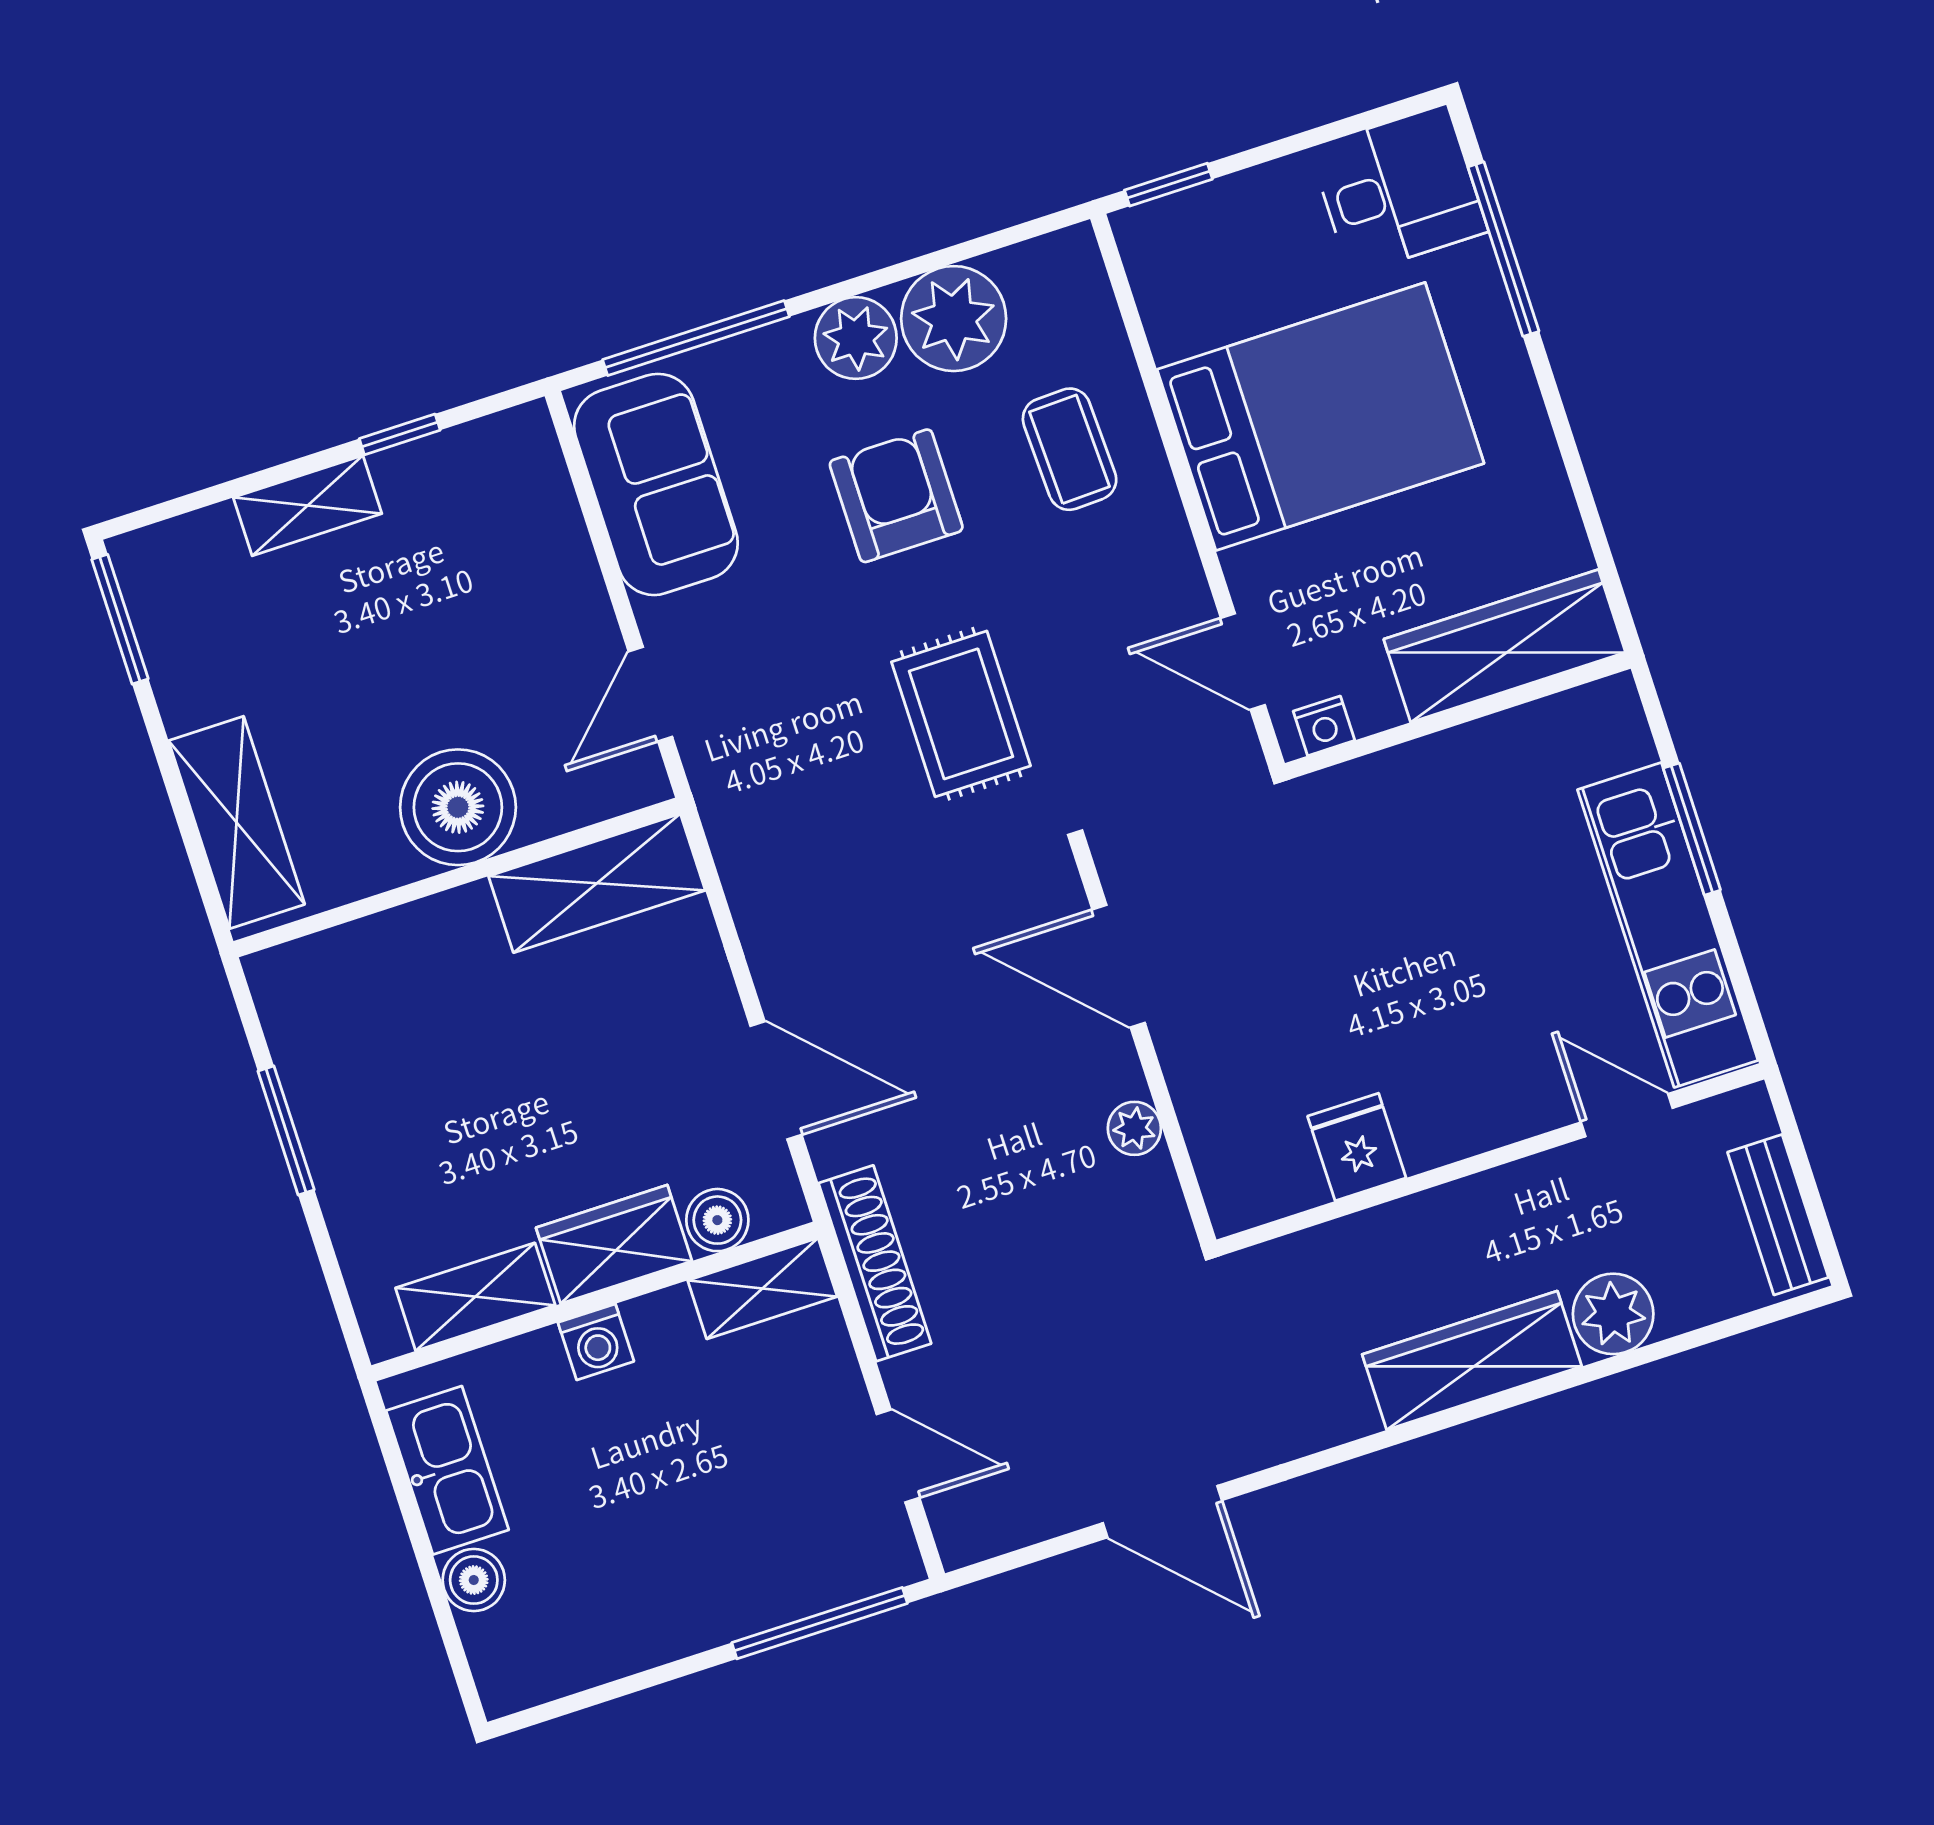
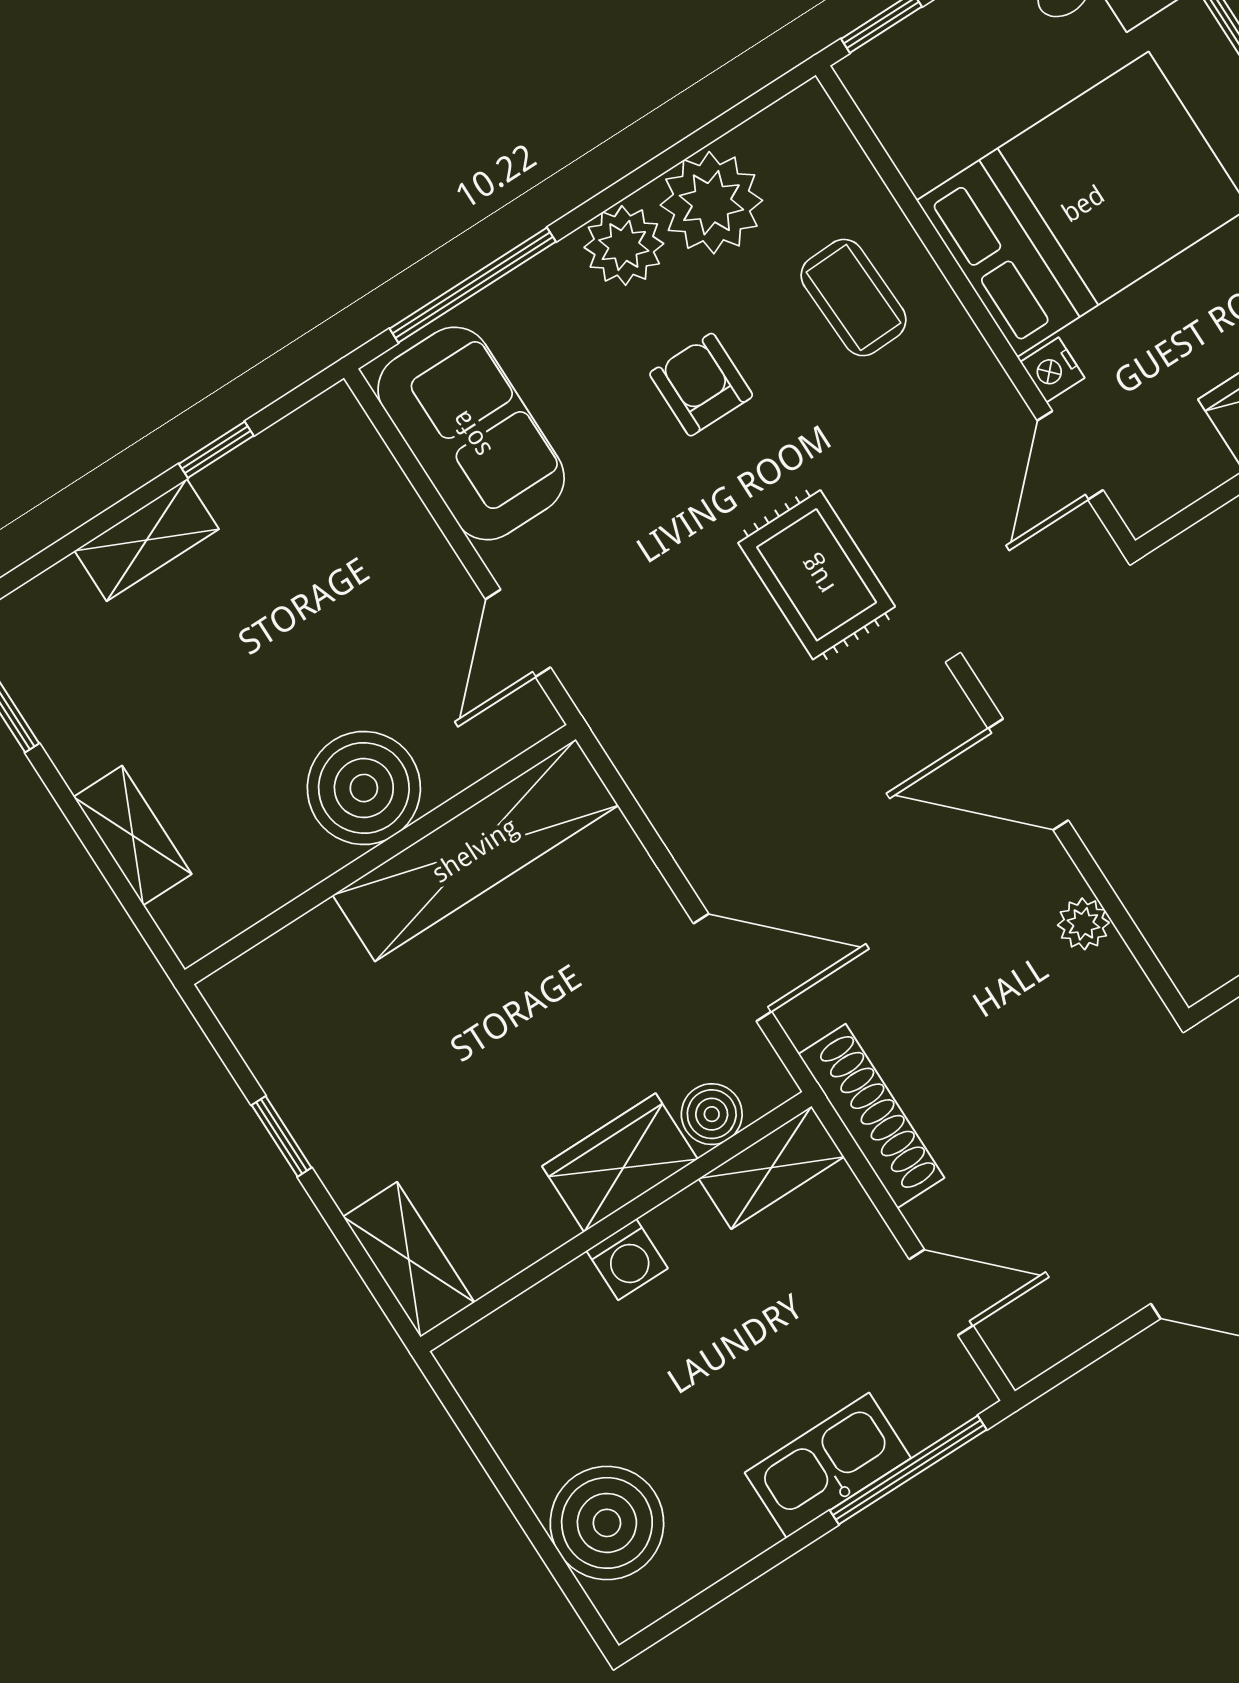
armchair: (896, 496) -> (701, 385), width x0.72, depth x0.72
door: (1243, 661) -> (1070, 455), hinge flipped
nightstand: (1324, 726) -> (1052, 370), moved, turned 90
shelving: (237, 822) -> (133, 835), width x0.67, depth x0.75
shelving: (597, 883) -> (475, 850), width x1.47
window: (286, 1130) -> (282, 1136), width x0.67
shelving: (475, 1297) -> (409, 1259), moved, turned 90
kitchen sink: (447, 1470) -> (828, 1465), moved, turned -90
boiler: (474, 1580) -> (607, 1523), width x1.86, depth x1.86

